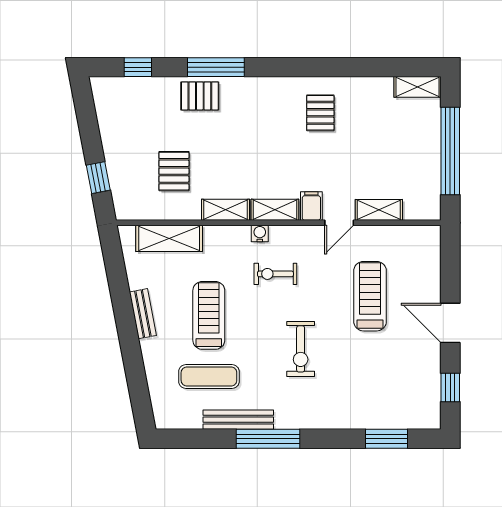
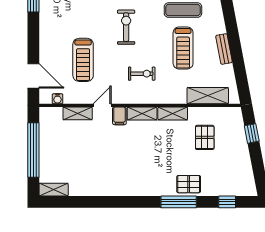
pallet: (320, 113) -> (114, 174), removed
water cooler: (260, 233) -> (58, 99), moved
door: (450, 323) -> (33, 76), moved

